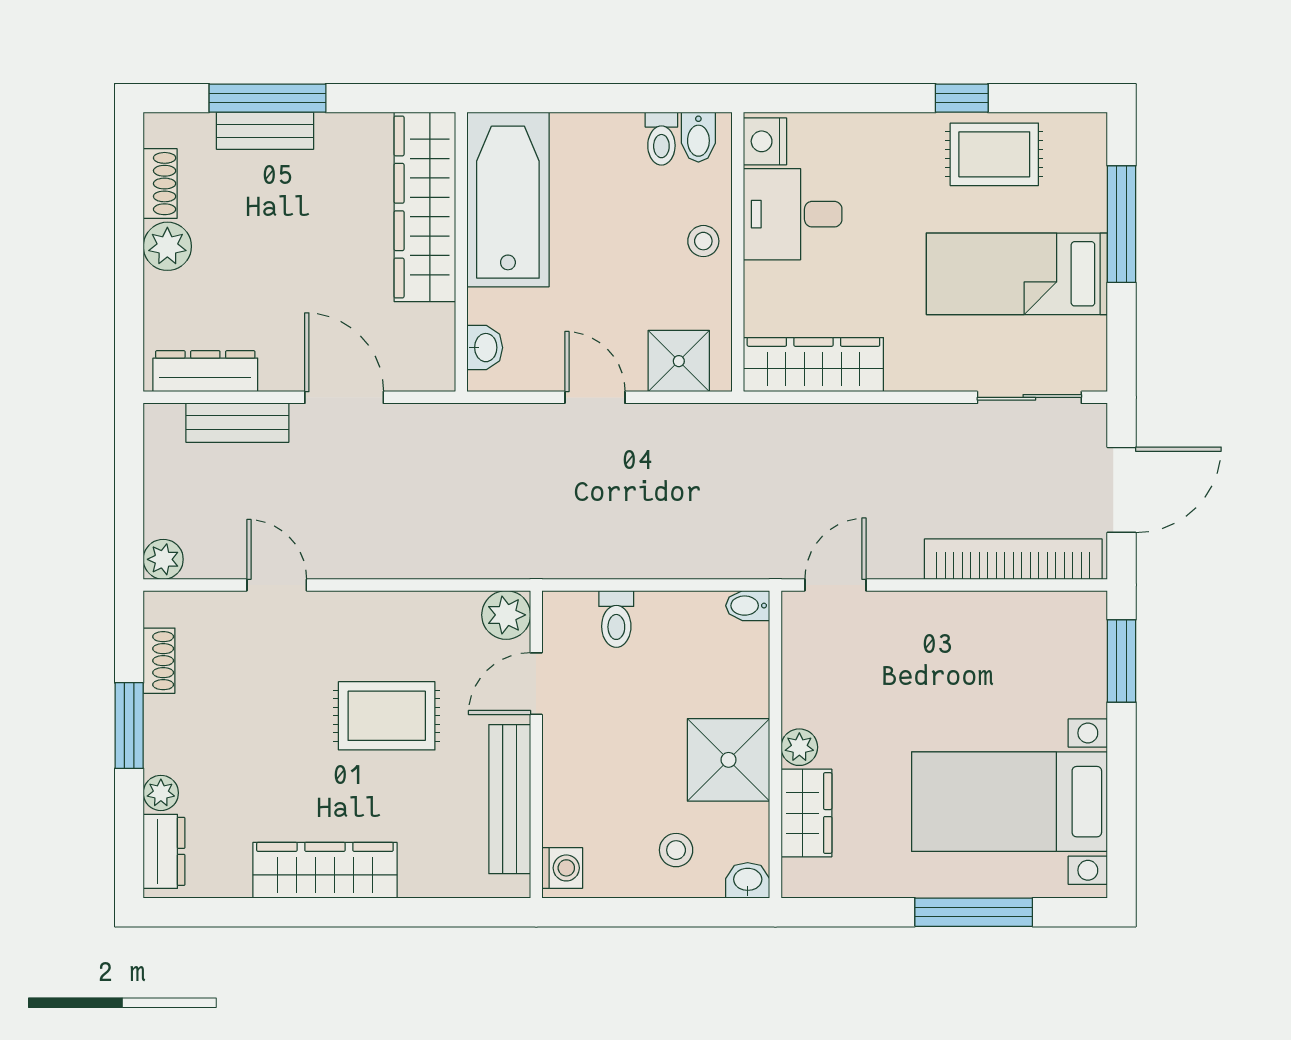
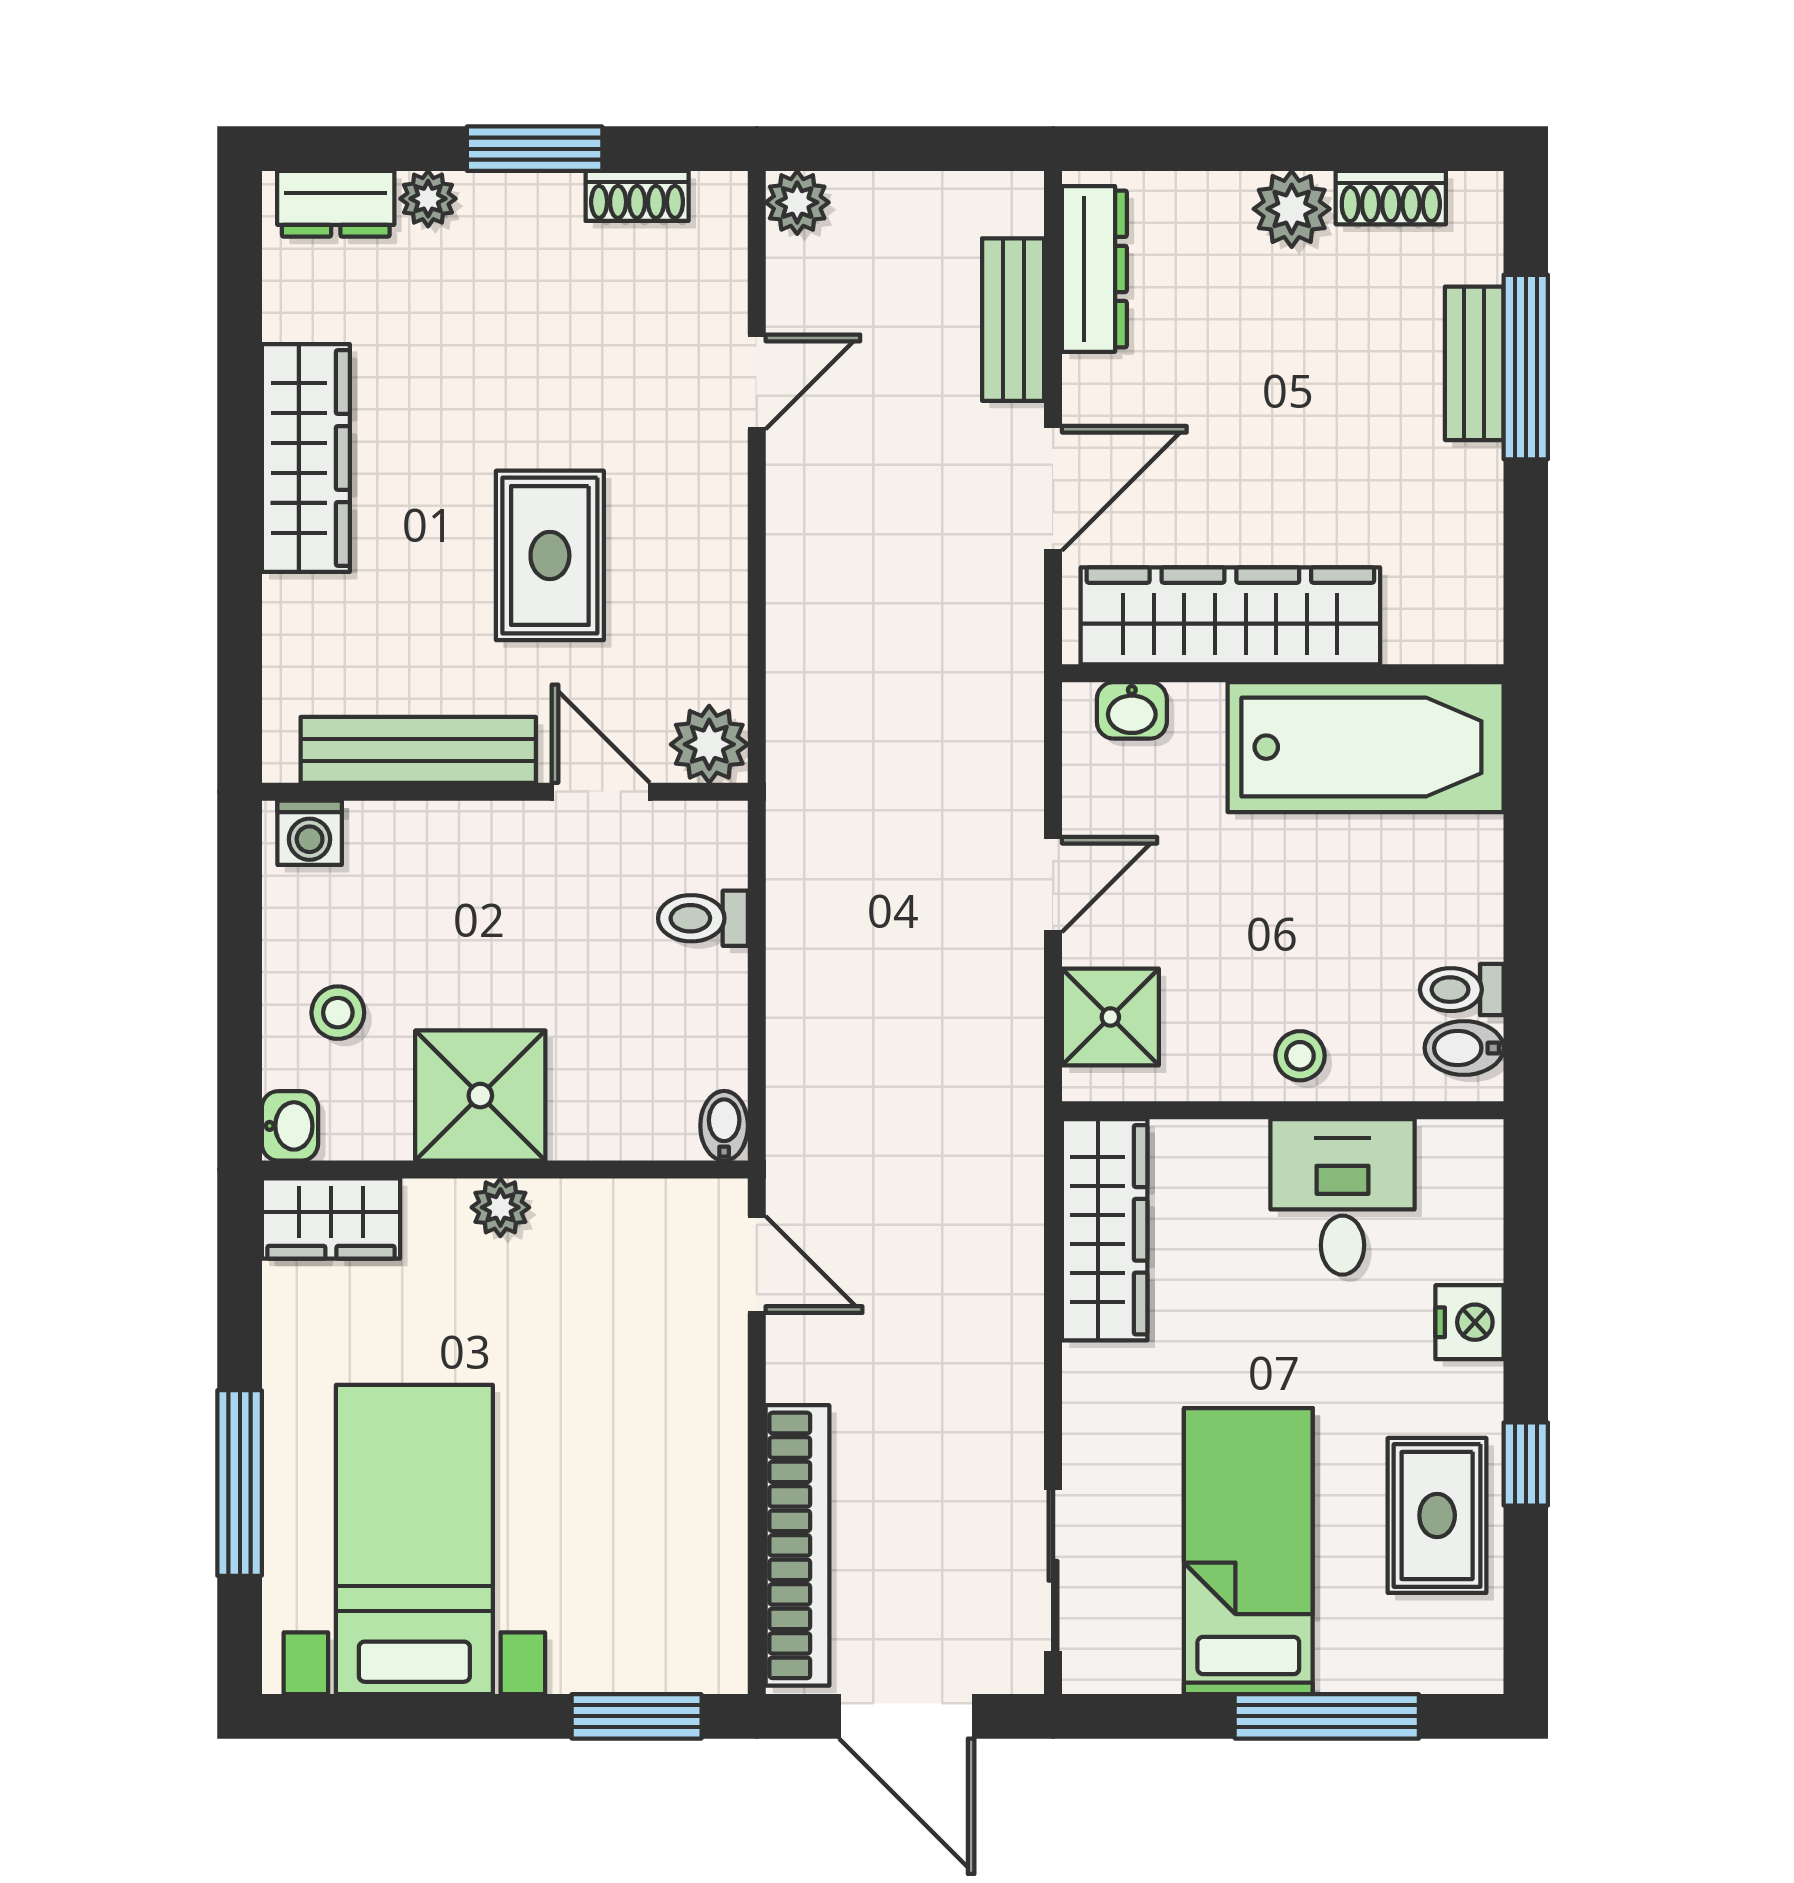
nightstand: (765, 141) -> (1469, 1322), moved, turned 90
wardrobe: (425, 207) -> (1230, 616), moved
wardrobe: (806, 813) -> (331, 1219), moved

